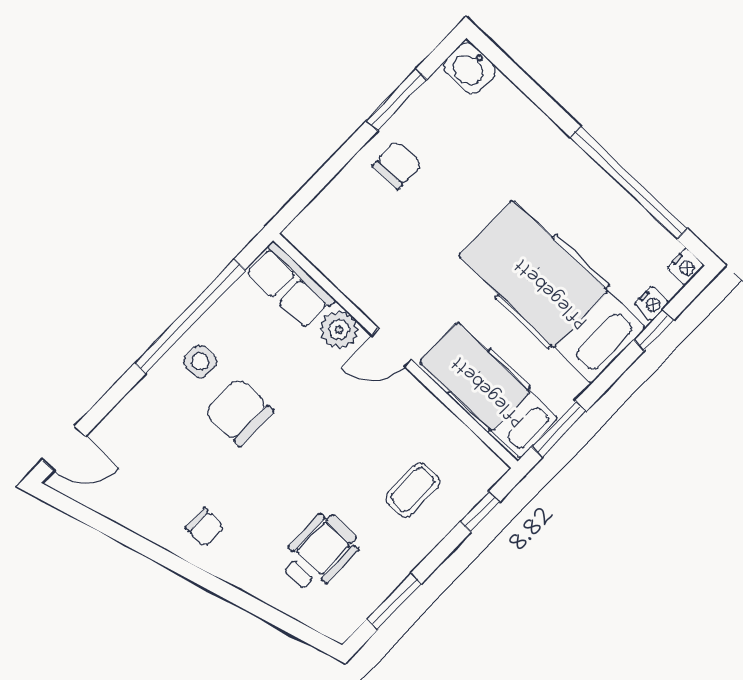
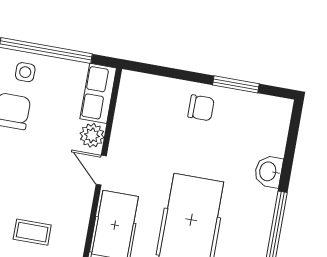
washbasin: (470, 68) -> (268, 172), moved

